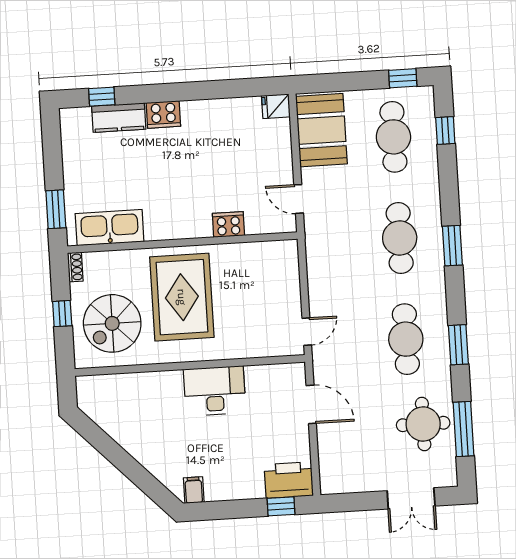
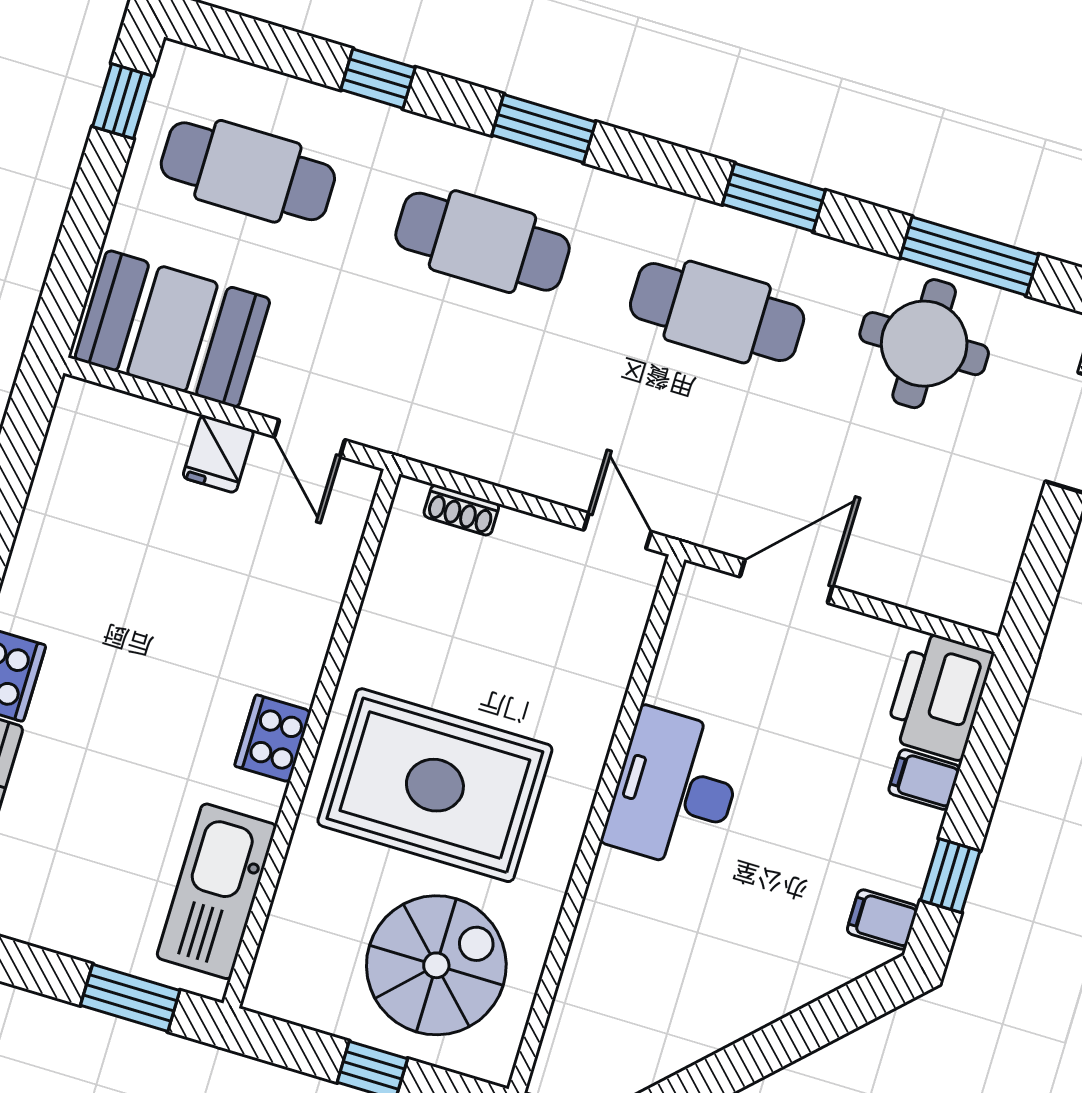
fridge: (276, 106) -> (218, 454), moved
window: (445, 130) -> (378, 79), moved
door: (299, 199) -> (310, 438), hinge flipped
cooker: (228, 224) -> (273, 739), moved
shoe rack: (75, 267) -> (461, 510), moved, turned 180
spiral stairs: (112, 323) -> (436, 965), turned -90
filing cabinet: (254, 486) -> (924, 780), added
window: (281, 506) -> (950, 876), moved

